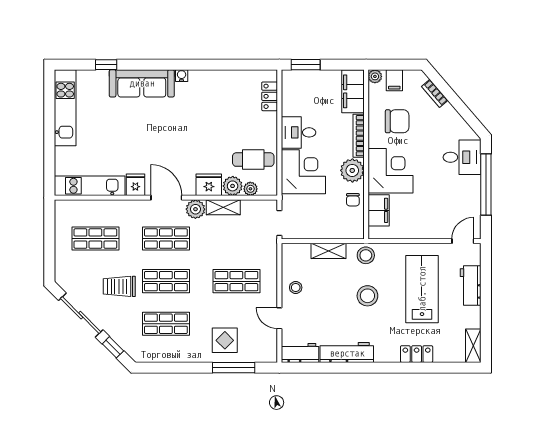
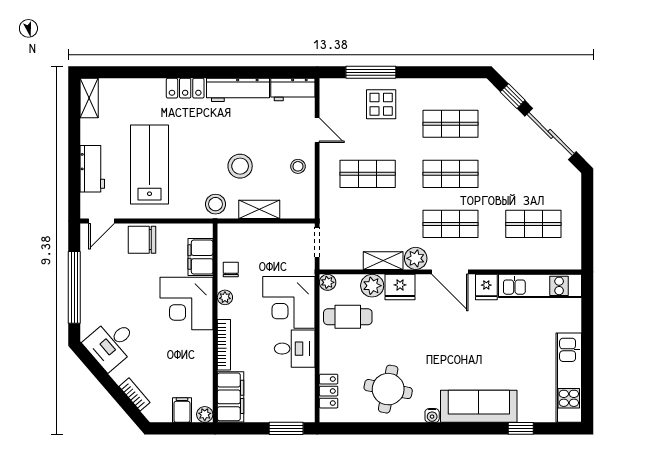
round table: (219, 98) -> (388, 389), added
chair: (397, 121) -> (142, 240), moved
desk: (462, 157) -> (111, 344), moved, turned -41
plant: (352, 170) -> (225, 297), width x0.53, depth x0.53
plant: (250, 189) -> (328, 282), moved
trolley: (119, 286) -> (505, 168), removed
lab bench: (422, 289) -> (149, 164), turned 180
stool: (367, 296) -> (240, 166), moved
locker: (417, 354) -> (185, 88), moved

